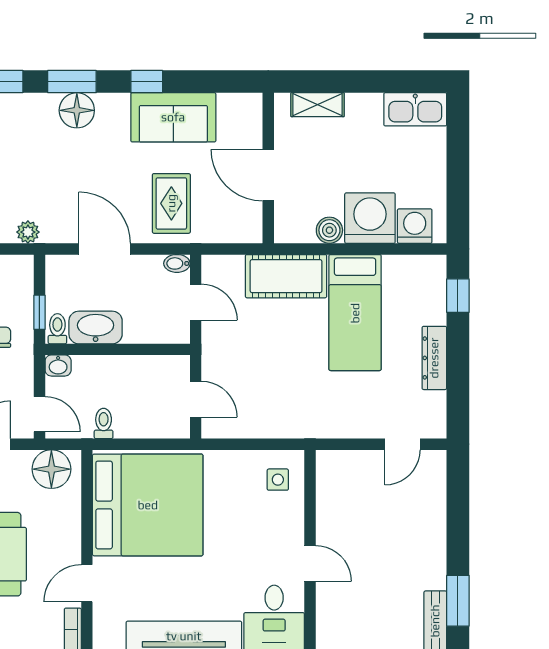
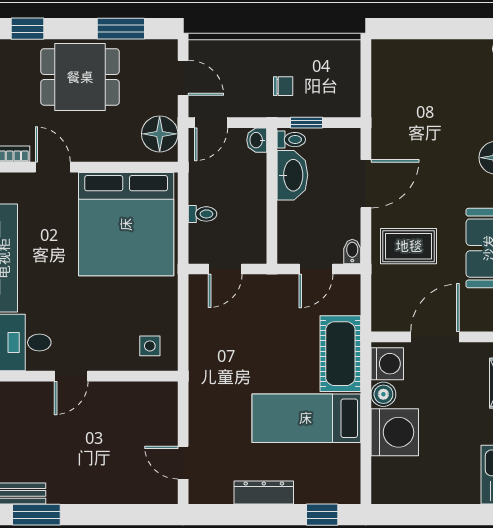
washing machine: (415, 226) -> (387, 364), moved
plant: (28, 232) -> (382, 112), removed
toilet: (104, 423) -> (202, 214), moved

